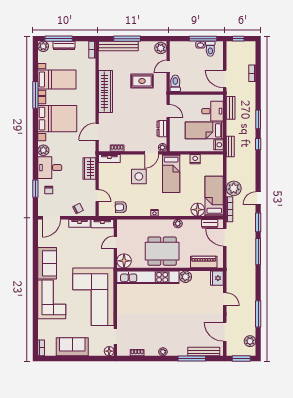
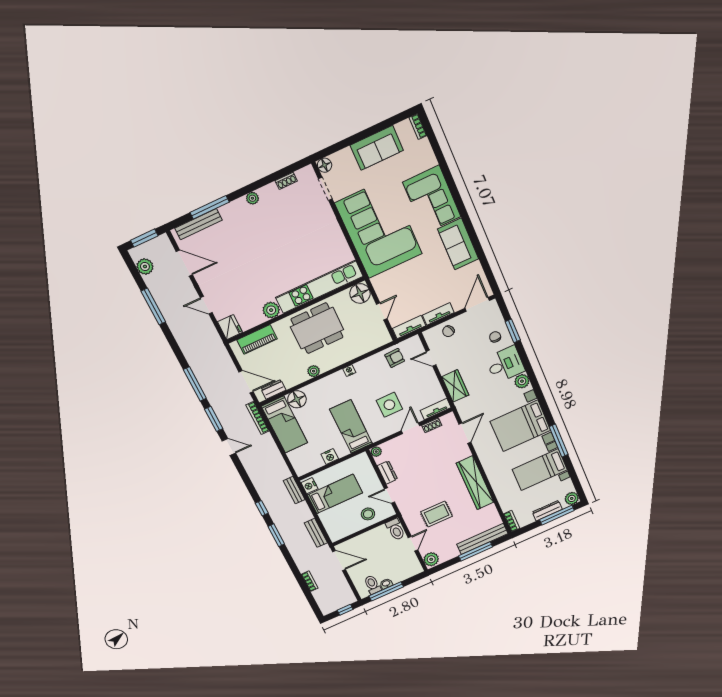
stool: (189, 104) -> (368, 514), added
desk: (213, 111) -> (336, 520), removed
door: (152, 153) -> (411, 428), moved
plant: (234, 188) -> (265, 445), removed
door: (258, 198) -> (229, 447), hinge flipped

